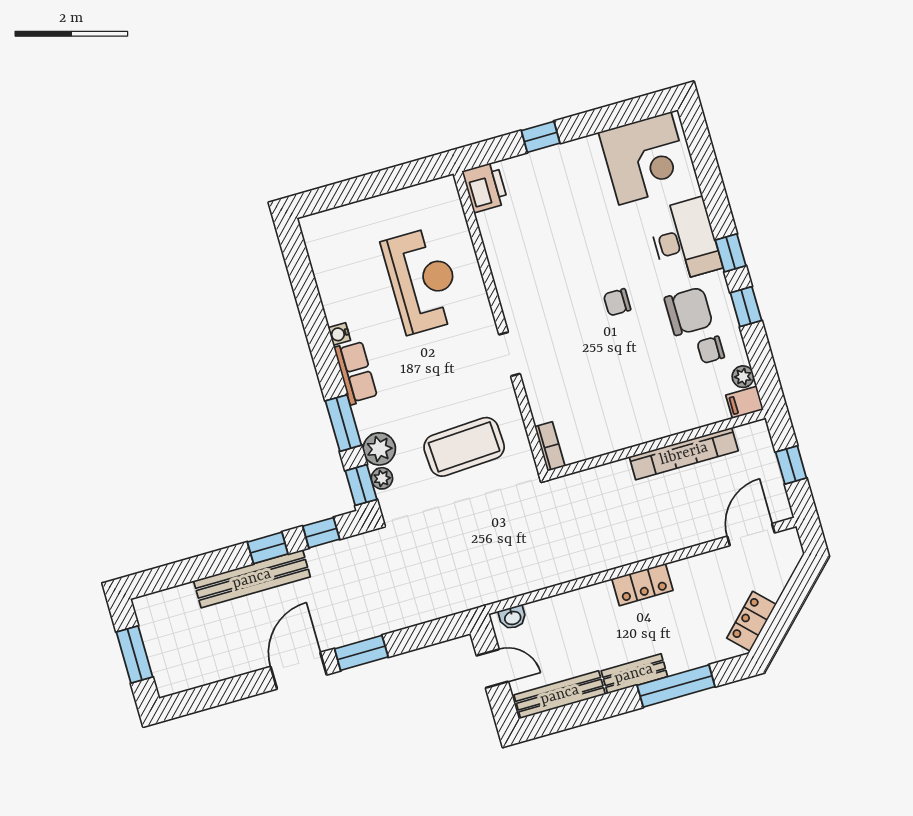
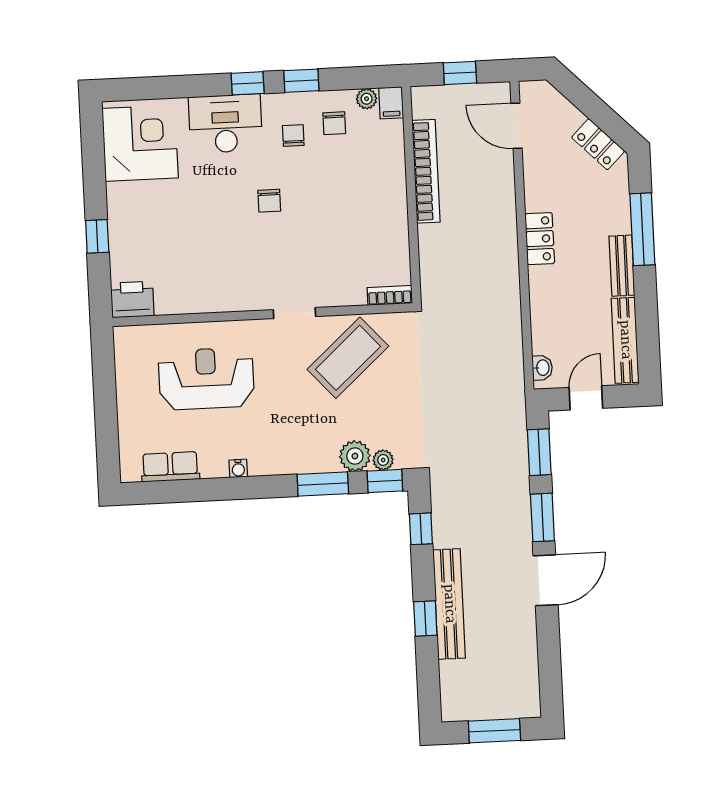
chair: (689, 311) -> (293, 135), width x0.54, depth x0.54
row of seats: (356, 372) -> (170, 467), moved
coffee table: (464, 447) -> (348, 358), moved, turned 51
window: (268, 548) -> (425, 618), moved
window: (427, 634) -> (539, 452), added
door: (299, 671) -> (546, 580), swing flipped

